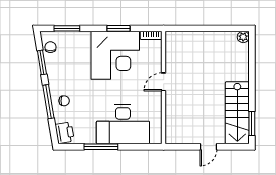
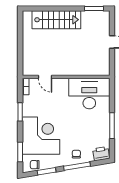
plant: (243, 37) -> (27, 15), removed
corner desk: (115, 55) -> (41, 136), moved
door: (164, 82) -> (45, 77), moved
stairs: (237, 113) -> (56, 20), moved
desk: (123, 124) -> (89, 94), moved, turned -90

